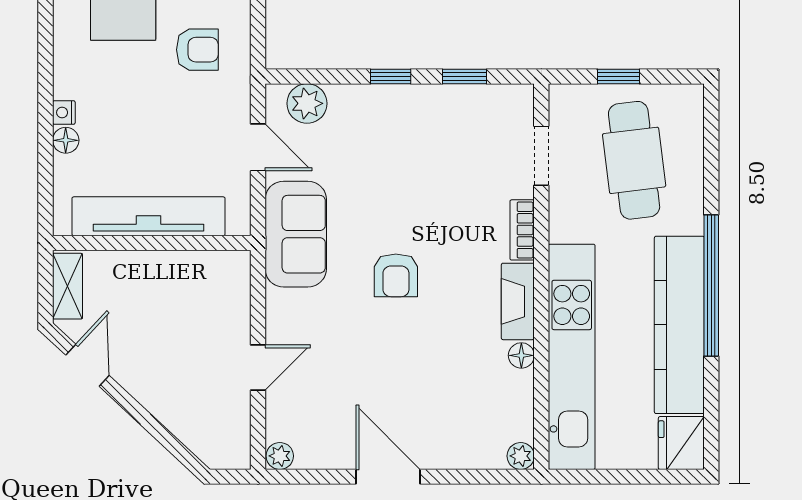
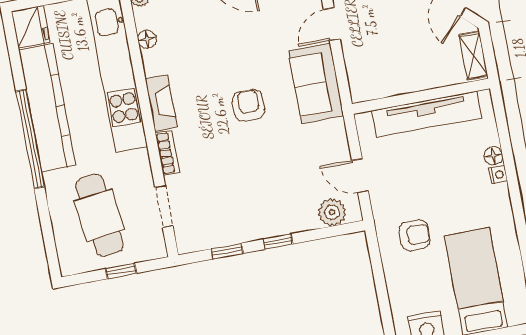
armchair: (197, 50) -> (415, 235), turned 180
sofa: (296, 234) -> (316, 83), moved
floor lamp: (521, 355) -> (147, 39), moved

